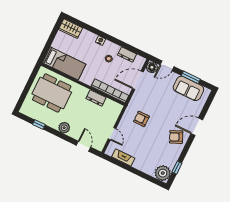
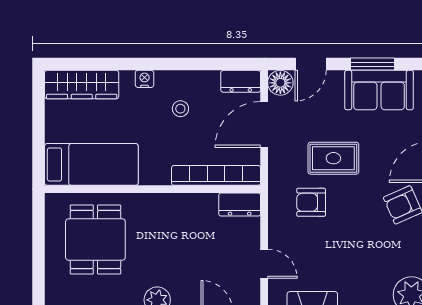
wardrobe: (71, 29) -> (82, 85), width x1.50
dresser: (127, 55) -> (241, 81), moved
dining table: (52, 93) -> (95, 239), width x0.73
dresser: (96, 98) -> (240, 205), moved
rug: (158, 106) -> (333, 158), added

